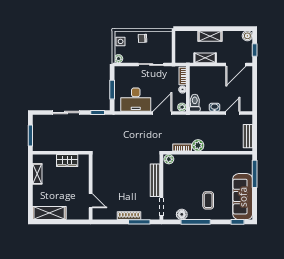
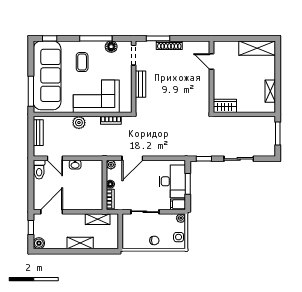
shelving: (205, 58) -> (98, 219), moved
filing cabinet: (121, 71) -> (178, 204), added
desk: (136, 100) -> (172, 181), moved, turned 90
toilet: (195, 103) -> (39, 170), moved
door: (233, 113) -> (55, 158), hinge flipped
plant: (198, 145) -> (79, 123), moved
plant: (169, 159) -> (125, 107), removed
wardrobe: (67, 161) -> (225, 106), moved
corner sofa: (195, 169) -> (96, 96), added
bench: (155, 180) -> (141, 84), width x0.73
sofa: (243, 197) -> (47, 75), width x1.36, depth x1.27

